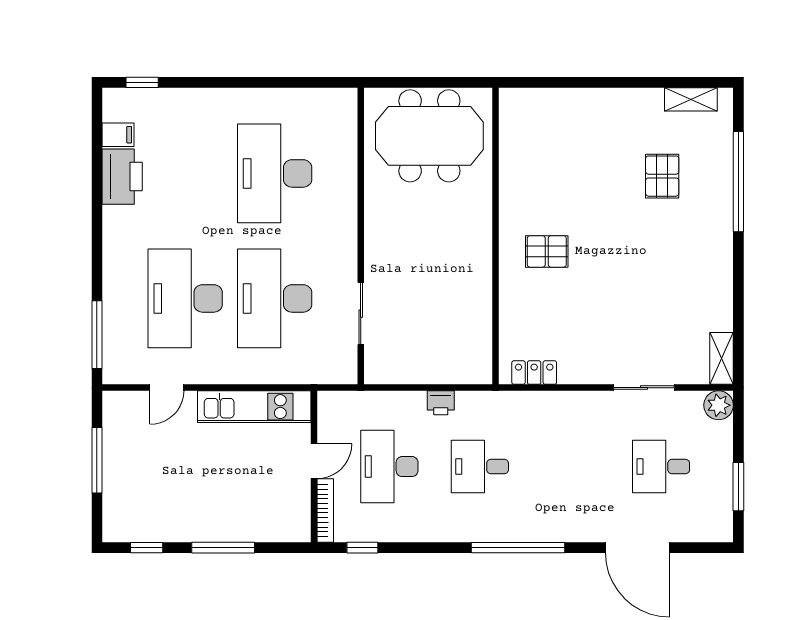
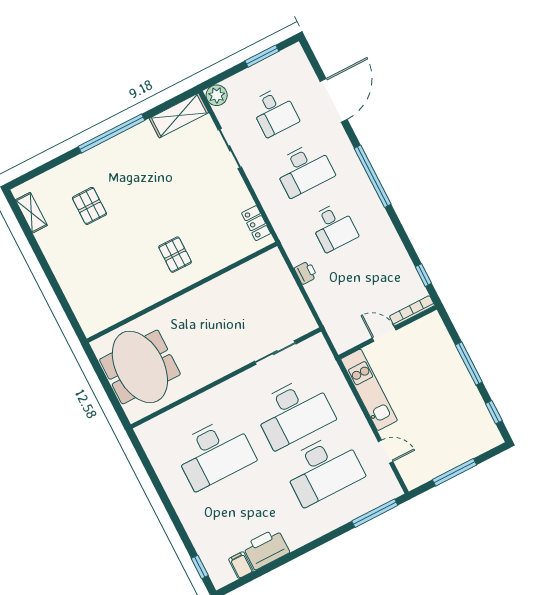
pallet: (662, 176) -> (89, 206), turned 90
window: (738, 182) -> (111, 133), moved
shelving: (722, 358) -> (179, 115), width x1.50, depth x1.33
desk: (389, 467) -> (304, 169), moved

